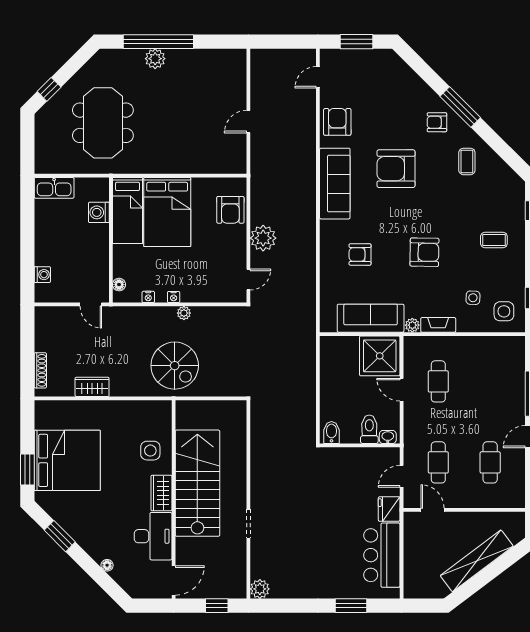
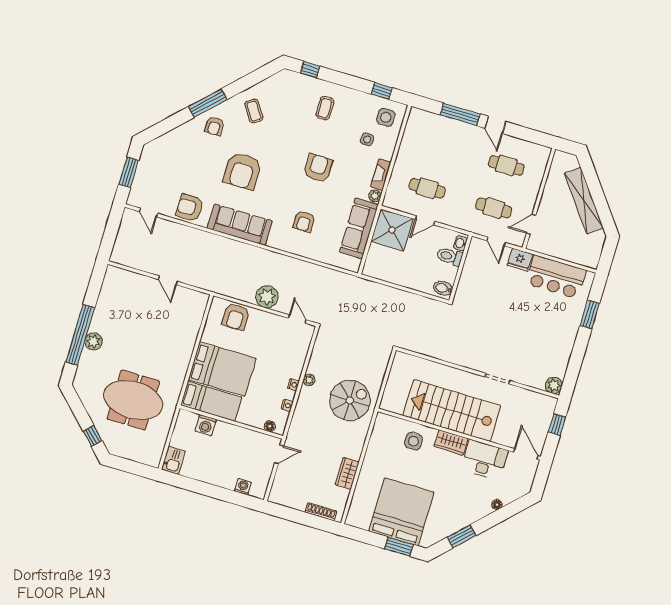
coffee table: (467, 161) -> (254, 111), turned 56
kitchen sink: (54, 188) -> (173, 460), width x0.73
armchair: (230, 210) -> (236, 317), turned 90

